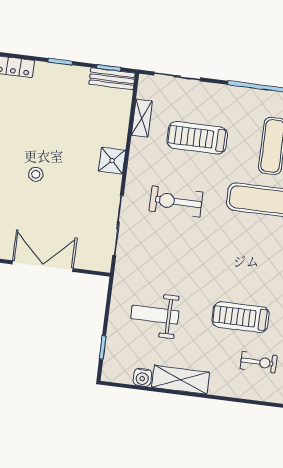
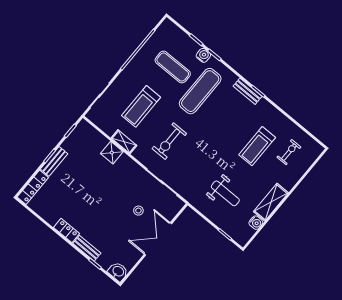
bench: (112, 79) -> (54, 161), moved
shelving: (142, 118) -> (124, 142), moved
shower: (112, 161) -> (112, 153), moved
stool: (36, 174) -> (138, 211), moved
weight bench: (155, 315) -> (225, 193), turned -90

